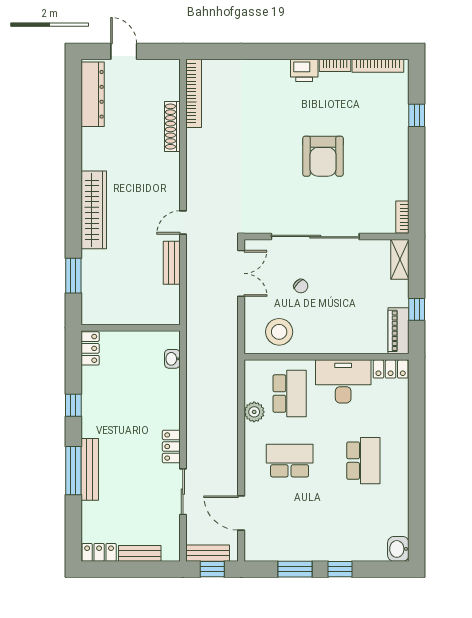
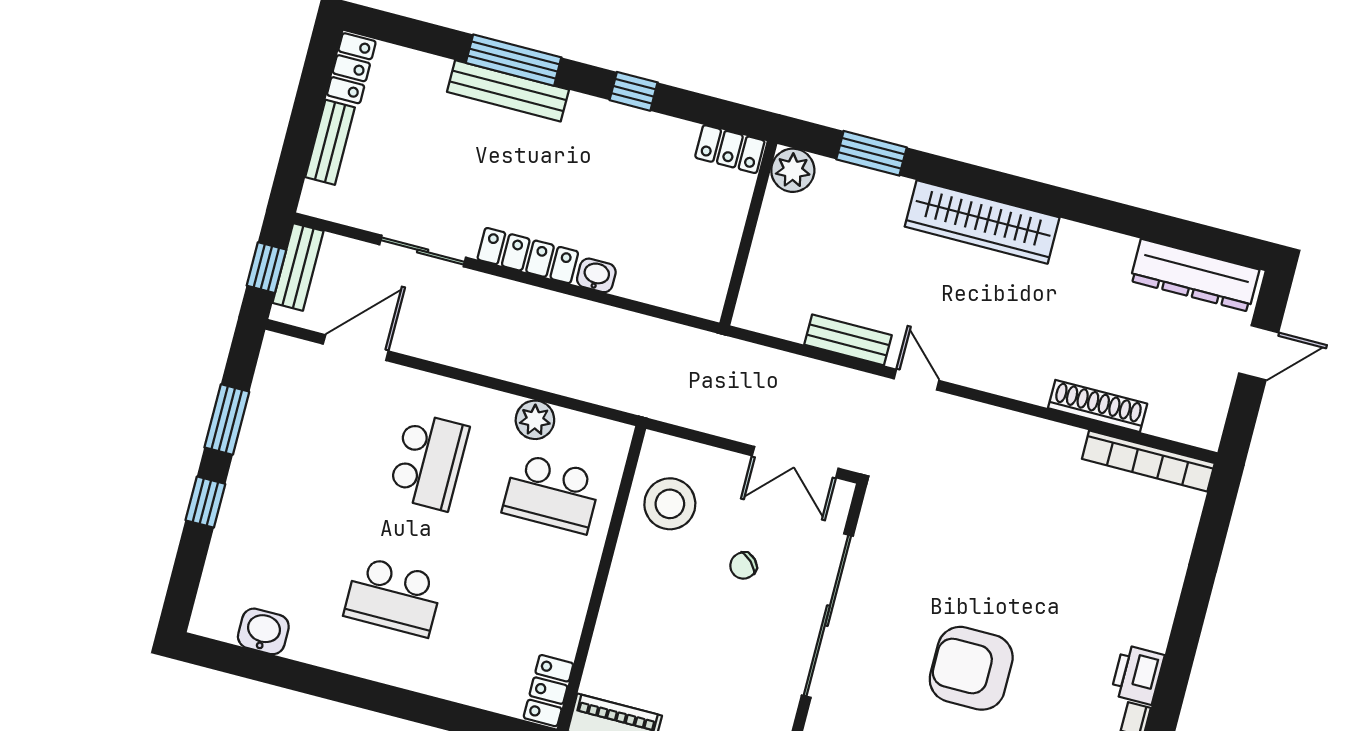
plant: (93, 313) -> (793, 170), added
washbasin: (172, 359) -> (596, 275), moved
desk: (343, 381) -> (548, 598), removed
locker: (171, 446) -> (528, 256), width x1.53
washbasin: (398, 549) -> (263, 631), moved

